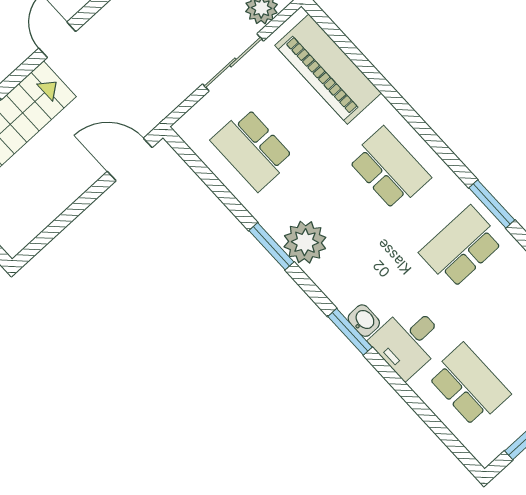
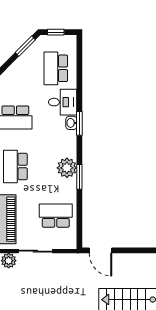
school desk: (252, 149) -> (56, 216), turned -90

